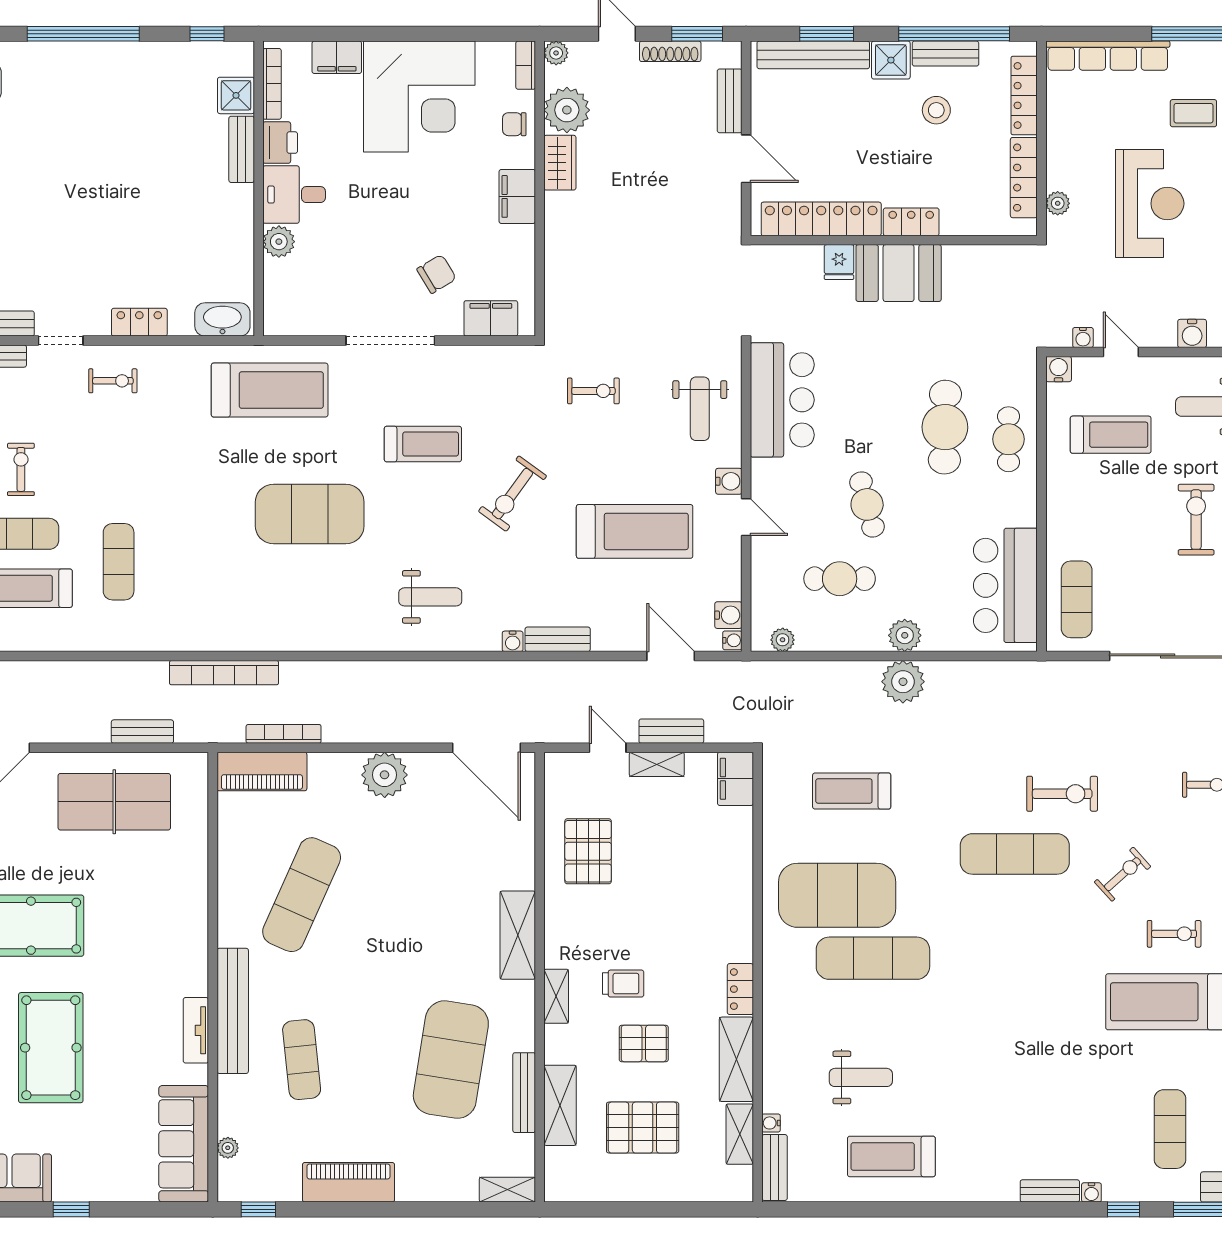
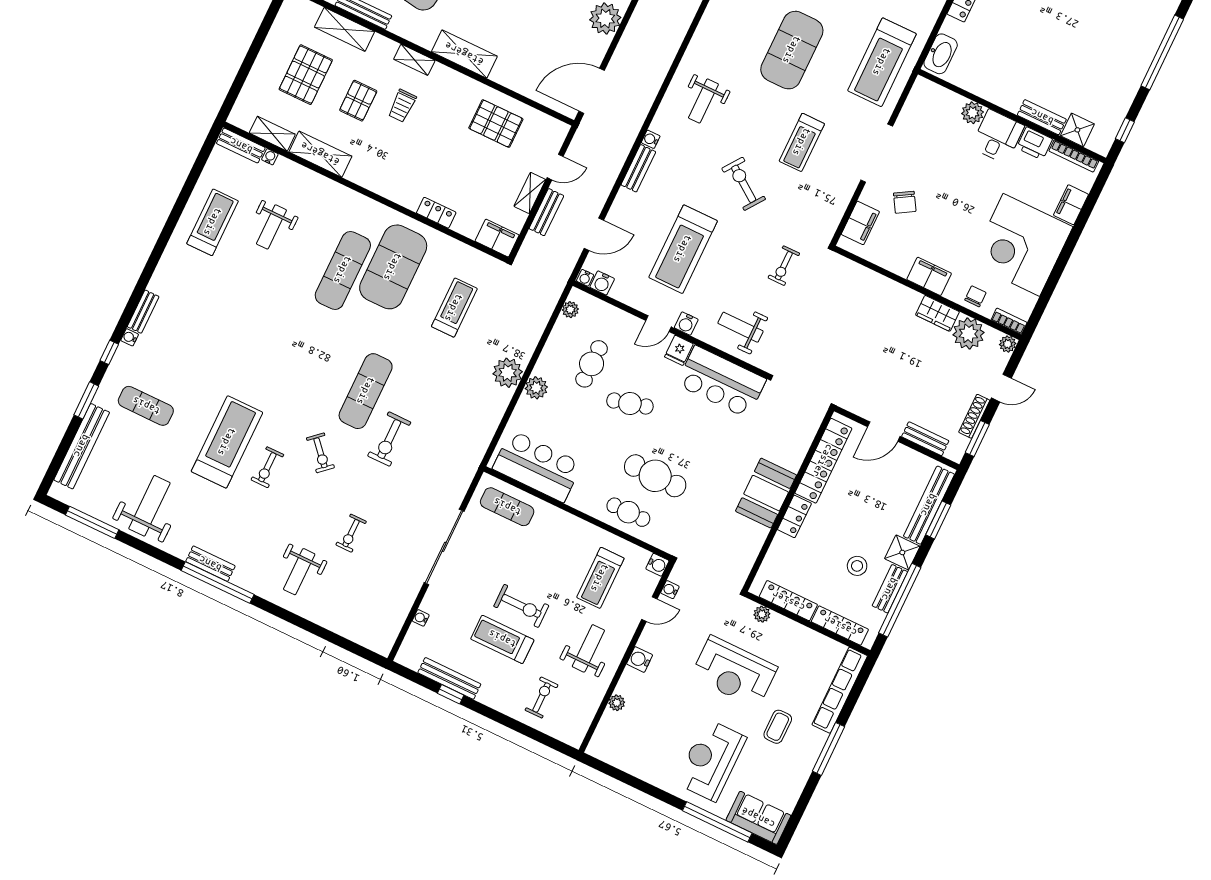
fridge: (839, 262) -> (679, 350), moved, turned -90
locker: (740, 989) -> (436, 213), moved

